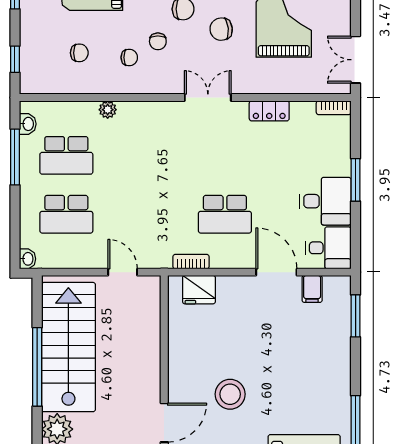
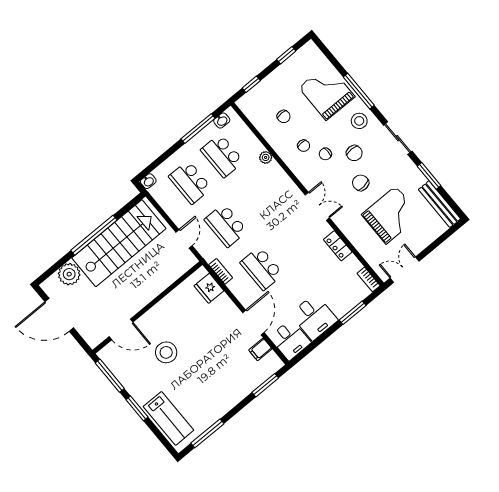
window: (356, 180) -> (353, 313), moved
school desk: (146, 214) -> (226, 225), added

